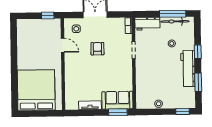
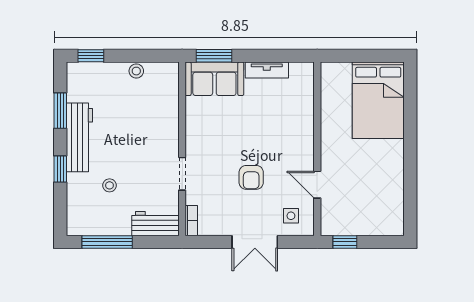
bicycle: (175, 21) -> (103, 227), removed
bed: (36, 90) -> (378, 100), width x0.73

